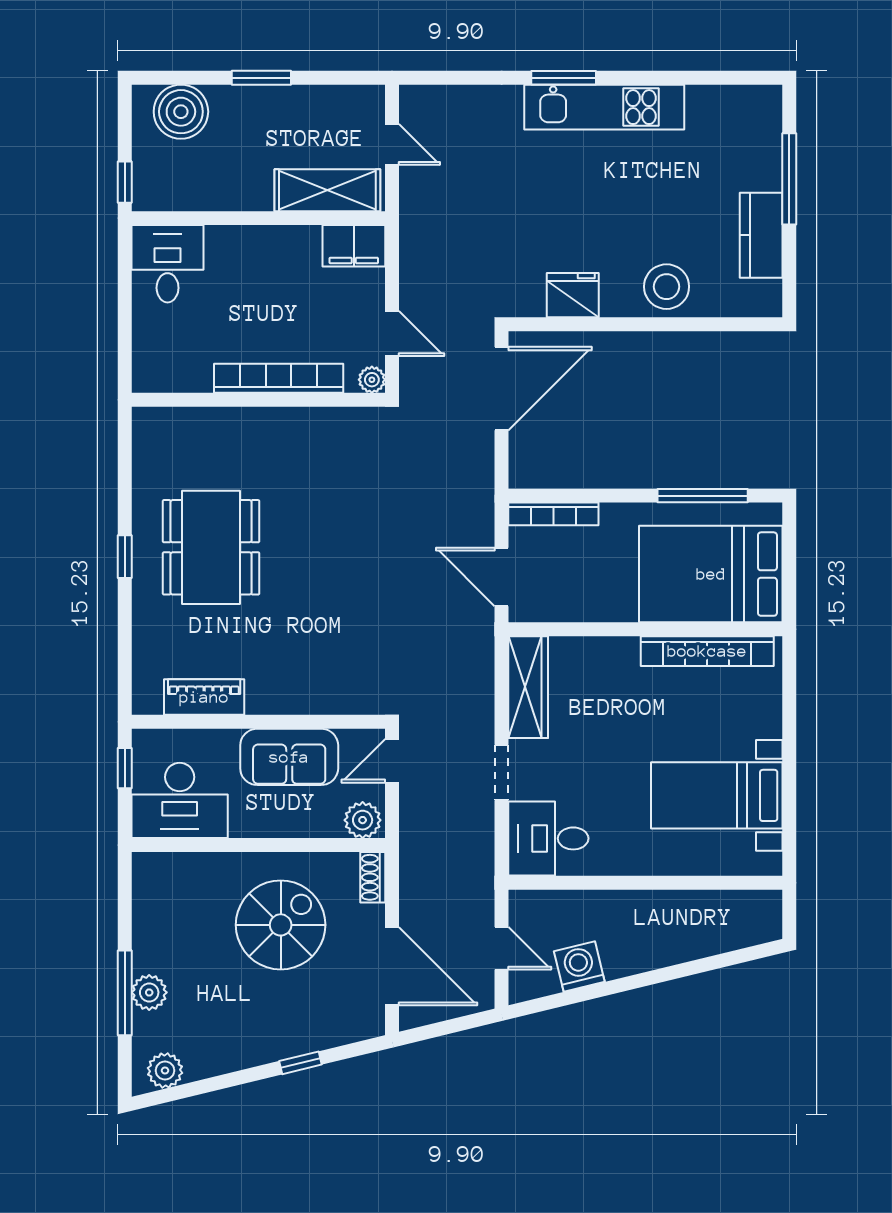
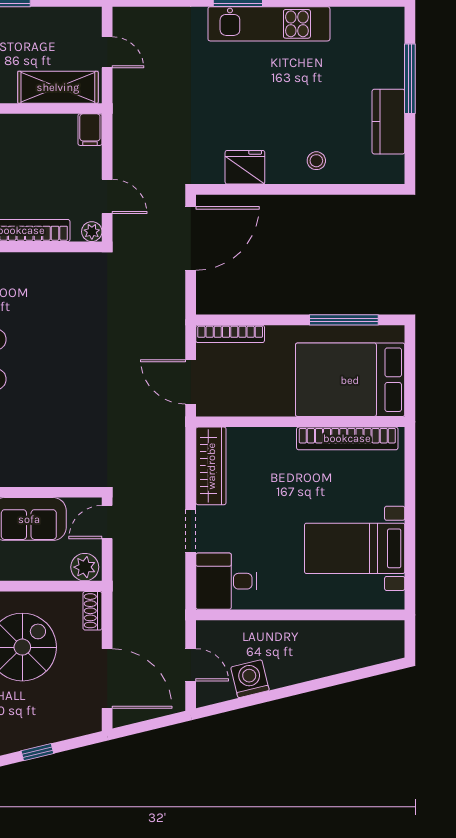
filing cabinet: (354, 246) -> (90, 130), width x0.50
stool: (667, 287) -> (316, 161), width x0.53, depth x0.53

